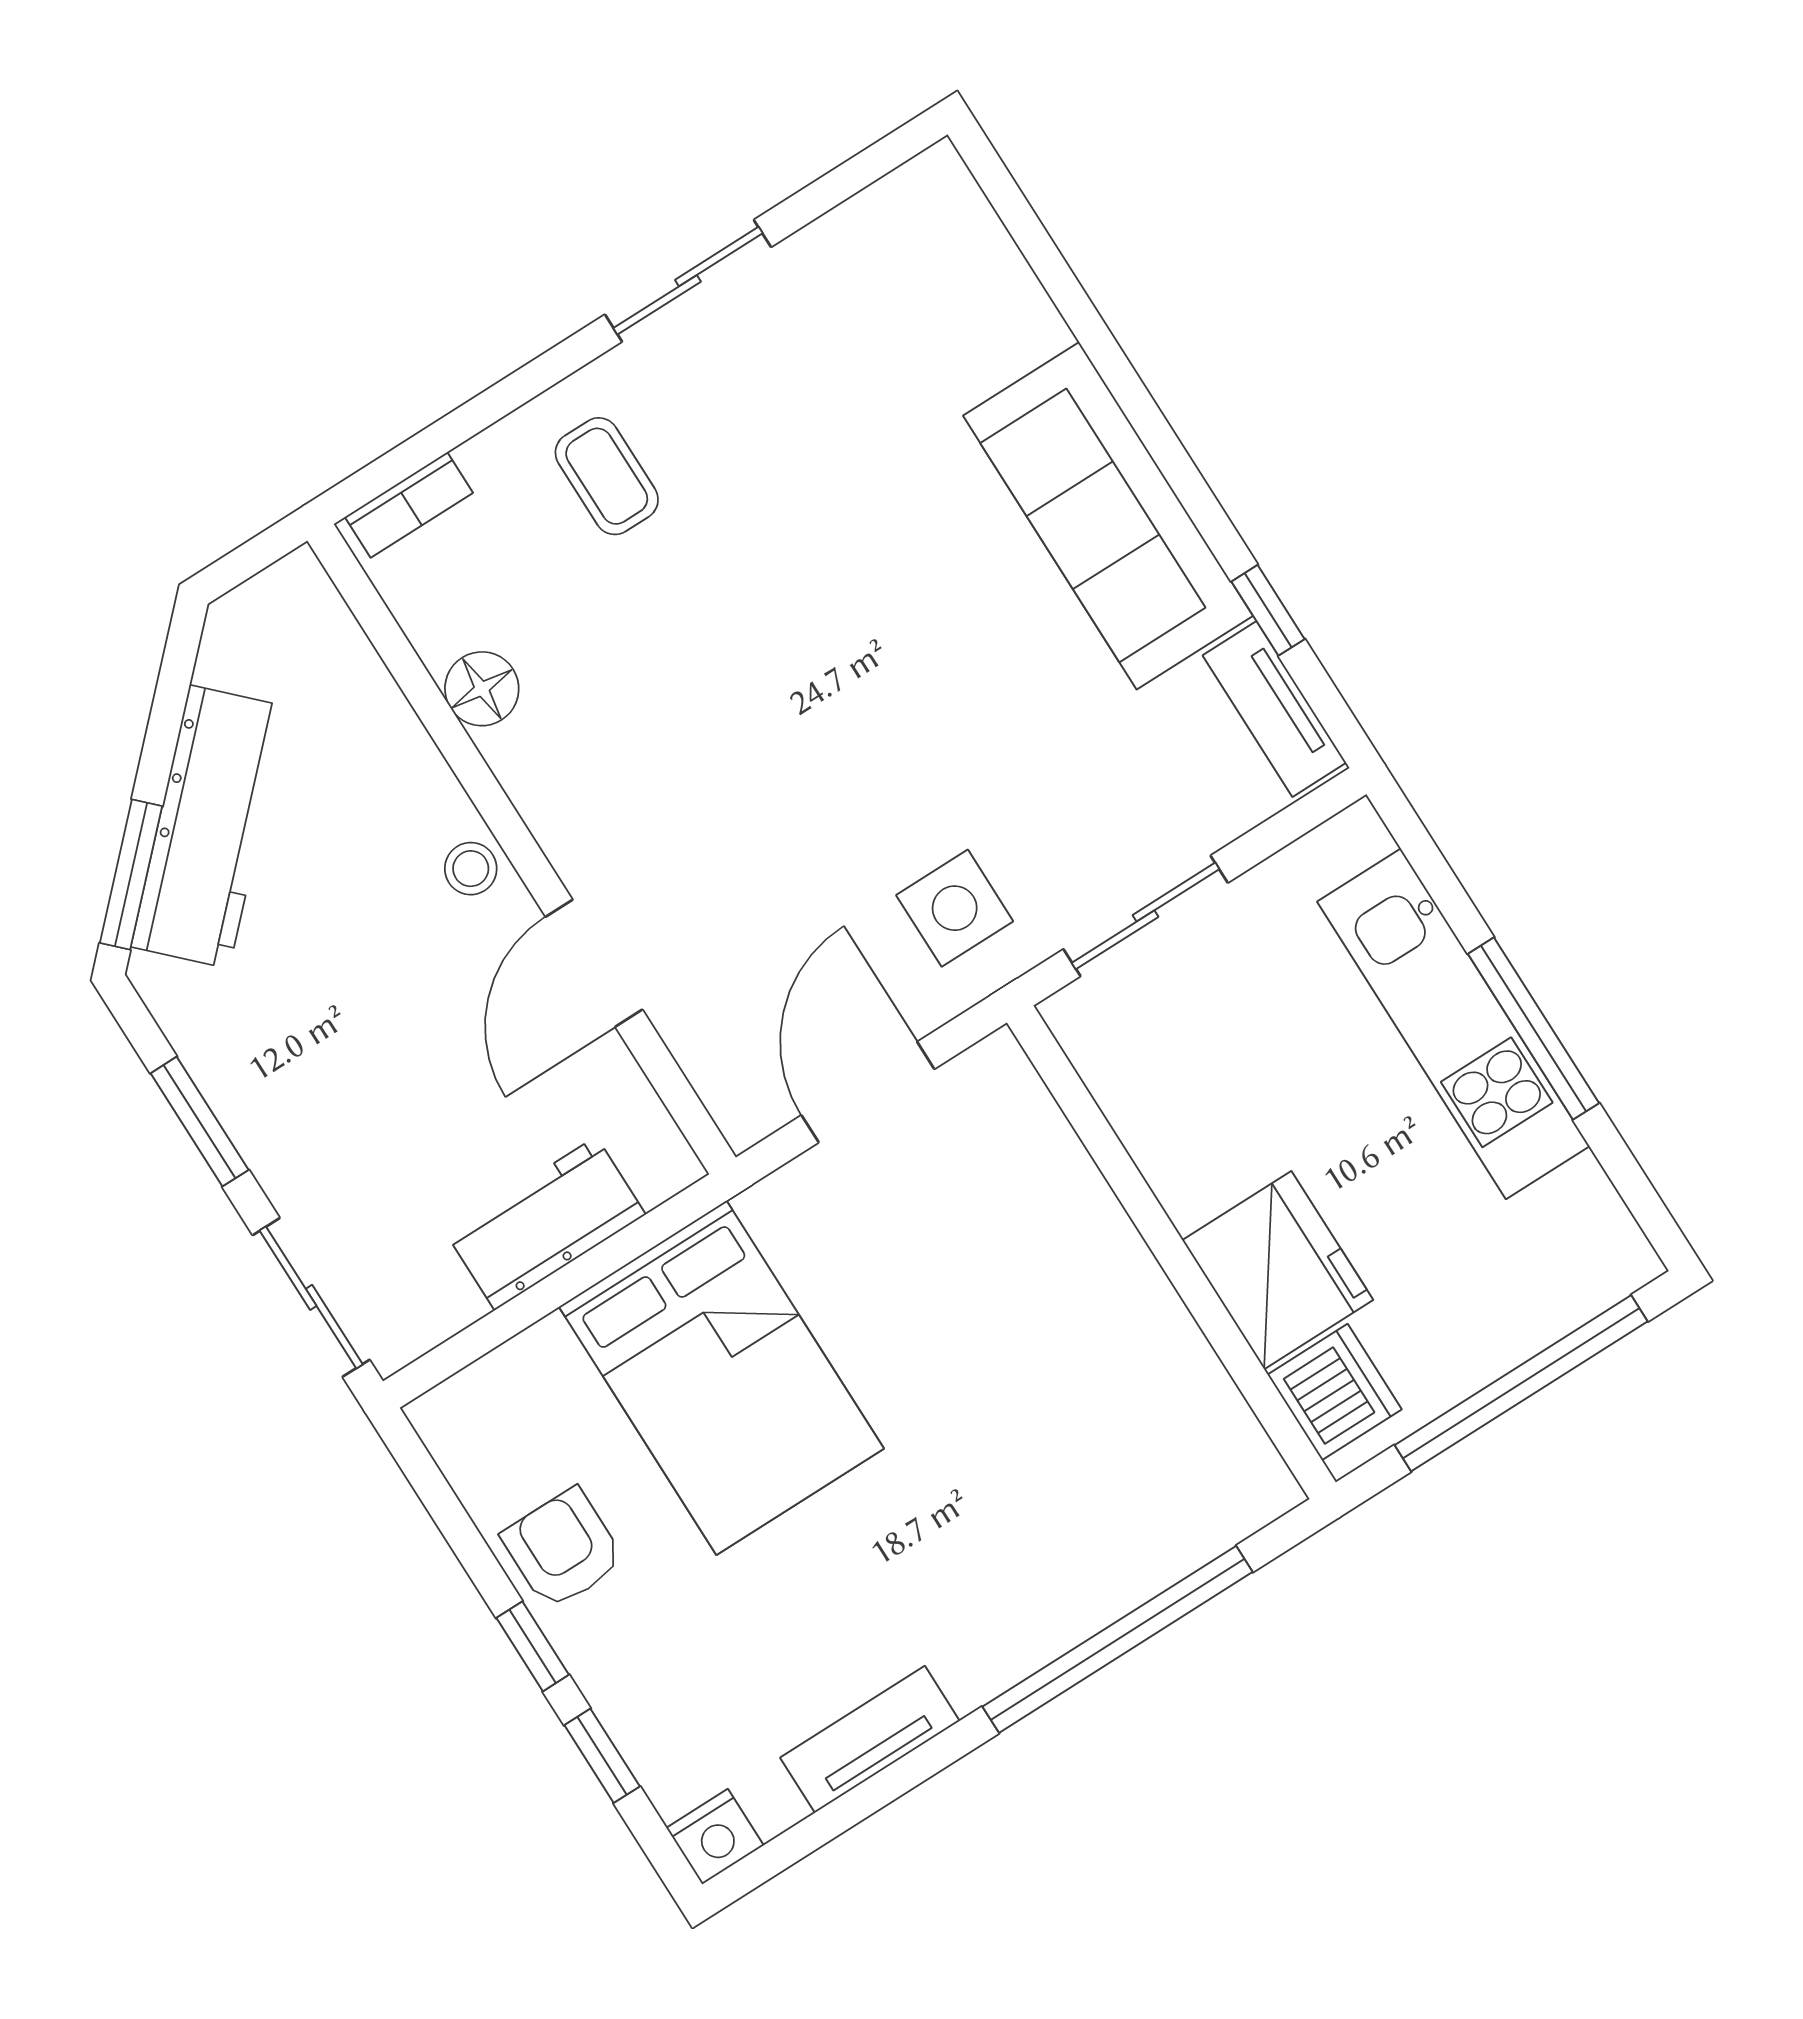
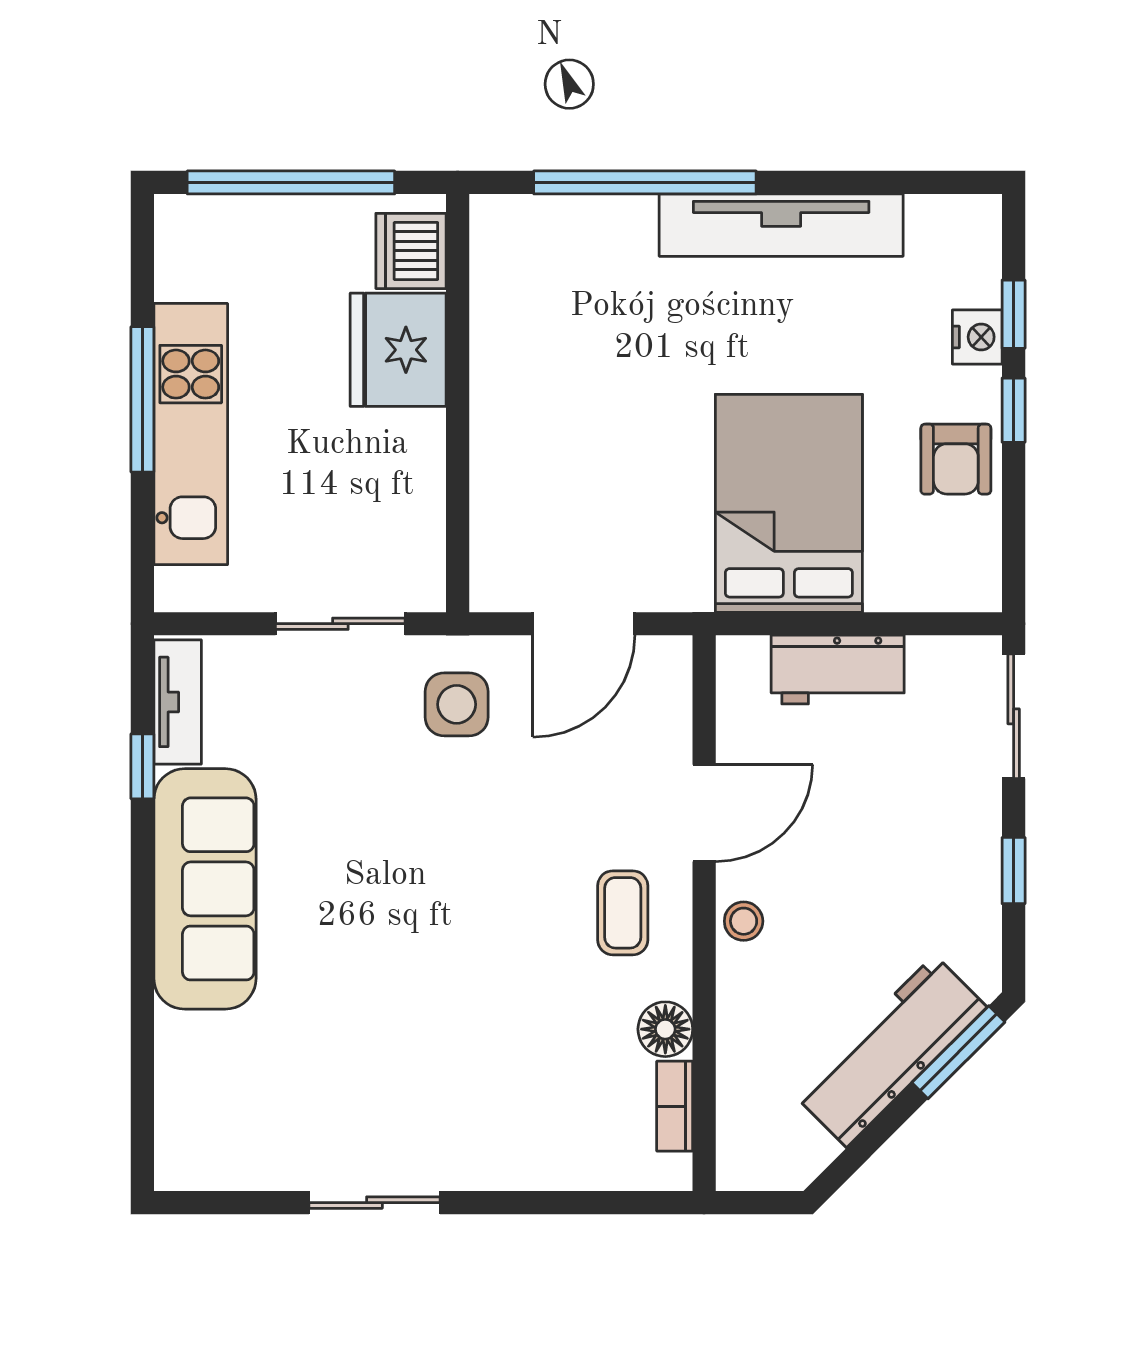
coffee table: (607, 476) -> (623, 913), moved
bookcase: (409, 505) -> (675, 1106), moved, turned -90
window: (200, 1122) -> (1014, 871), width x0.67
tv unit: (870, 1739) -> (781, 225), width x1.92, depth x1.29
nightstand: (715, 1837) -> (977, 337), moved, turned 90

